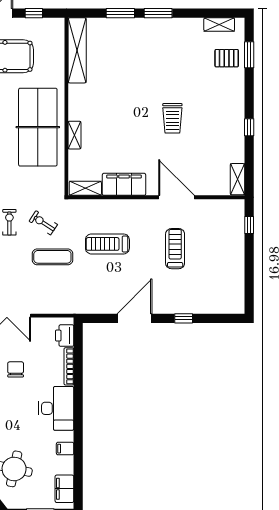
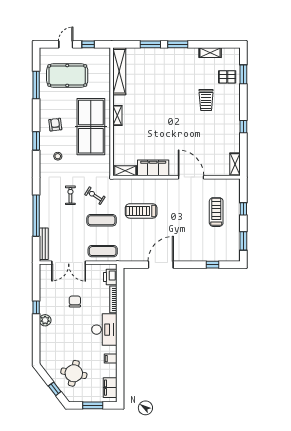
shelving: (219, 25) -> (210, 53), moved
trolley: (172, 118) -> (206, 100), moved
shelving: (74, 135) -> (117, 115), moved
window: (249, 225) -> (243, 209), moved
treadmill: (175, 249) -> (216, 212), moved
window: (249, 286) -> (243, 241), added
exercise mat: (54, 300) -> (103, 251), added
window: (184, 318) -> (212, 265), moved

